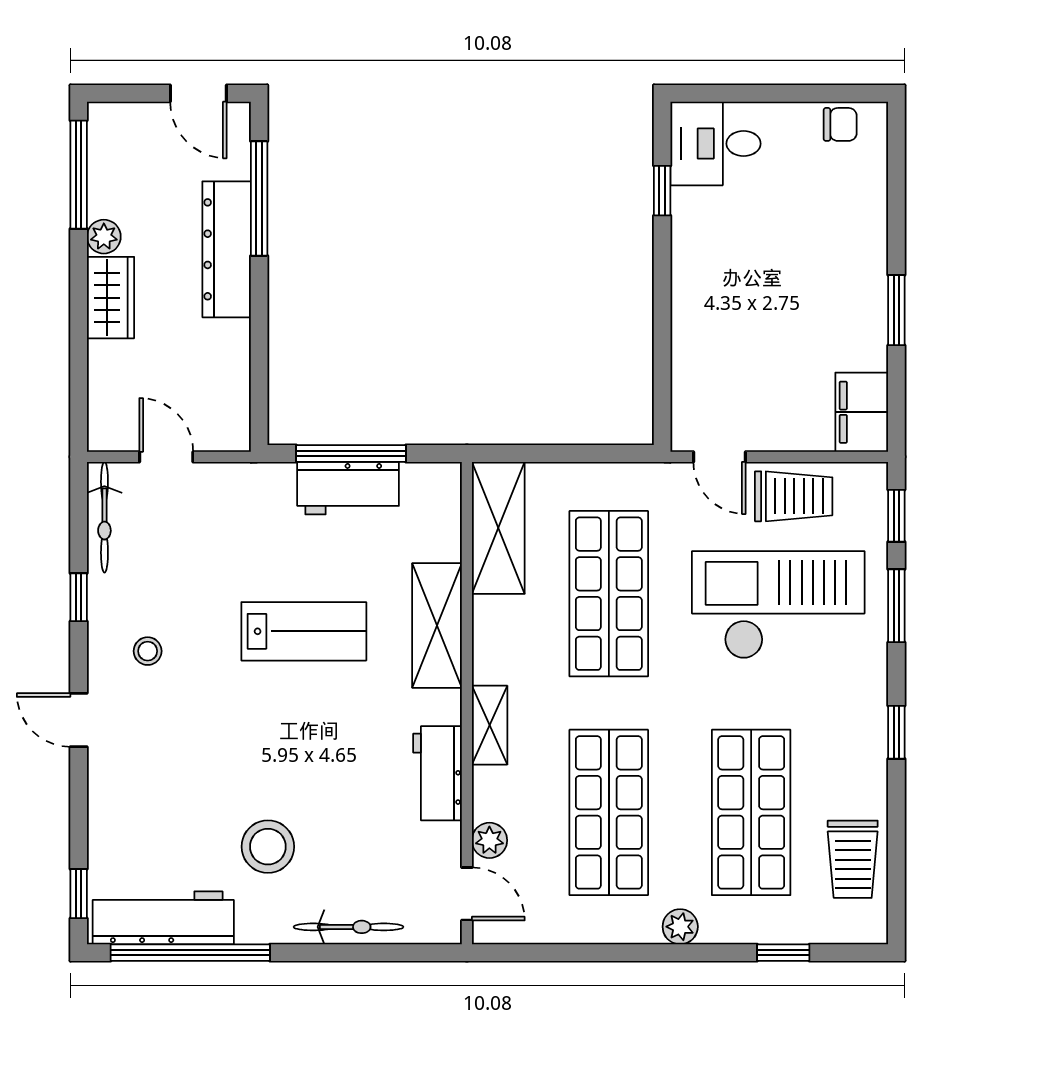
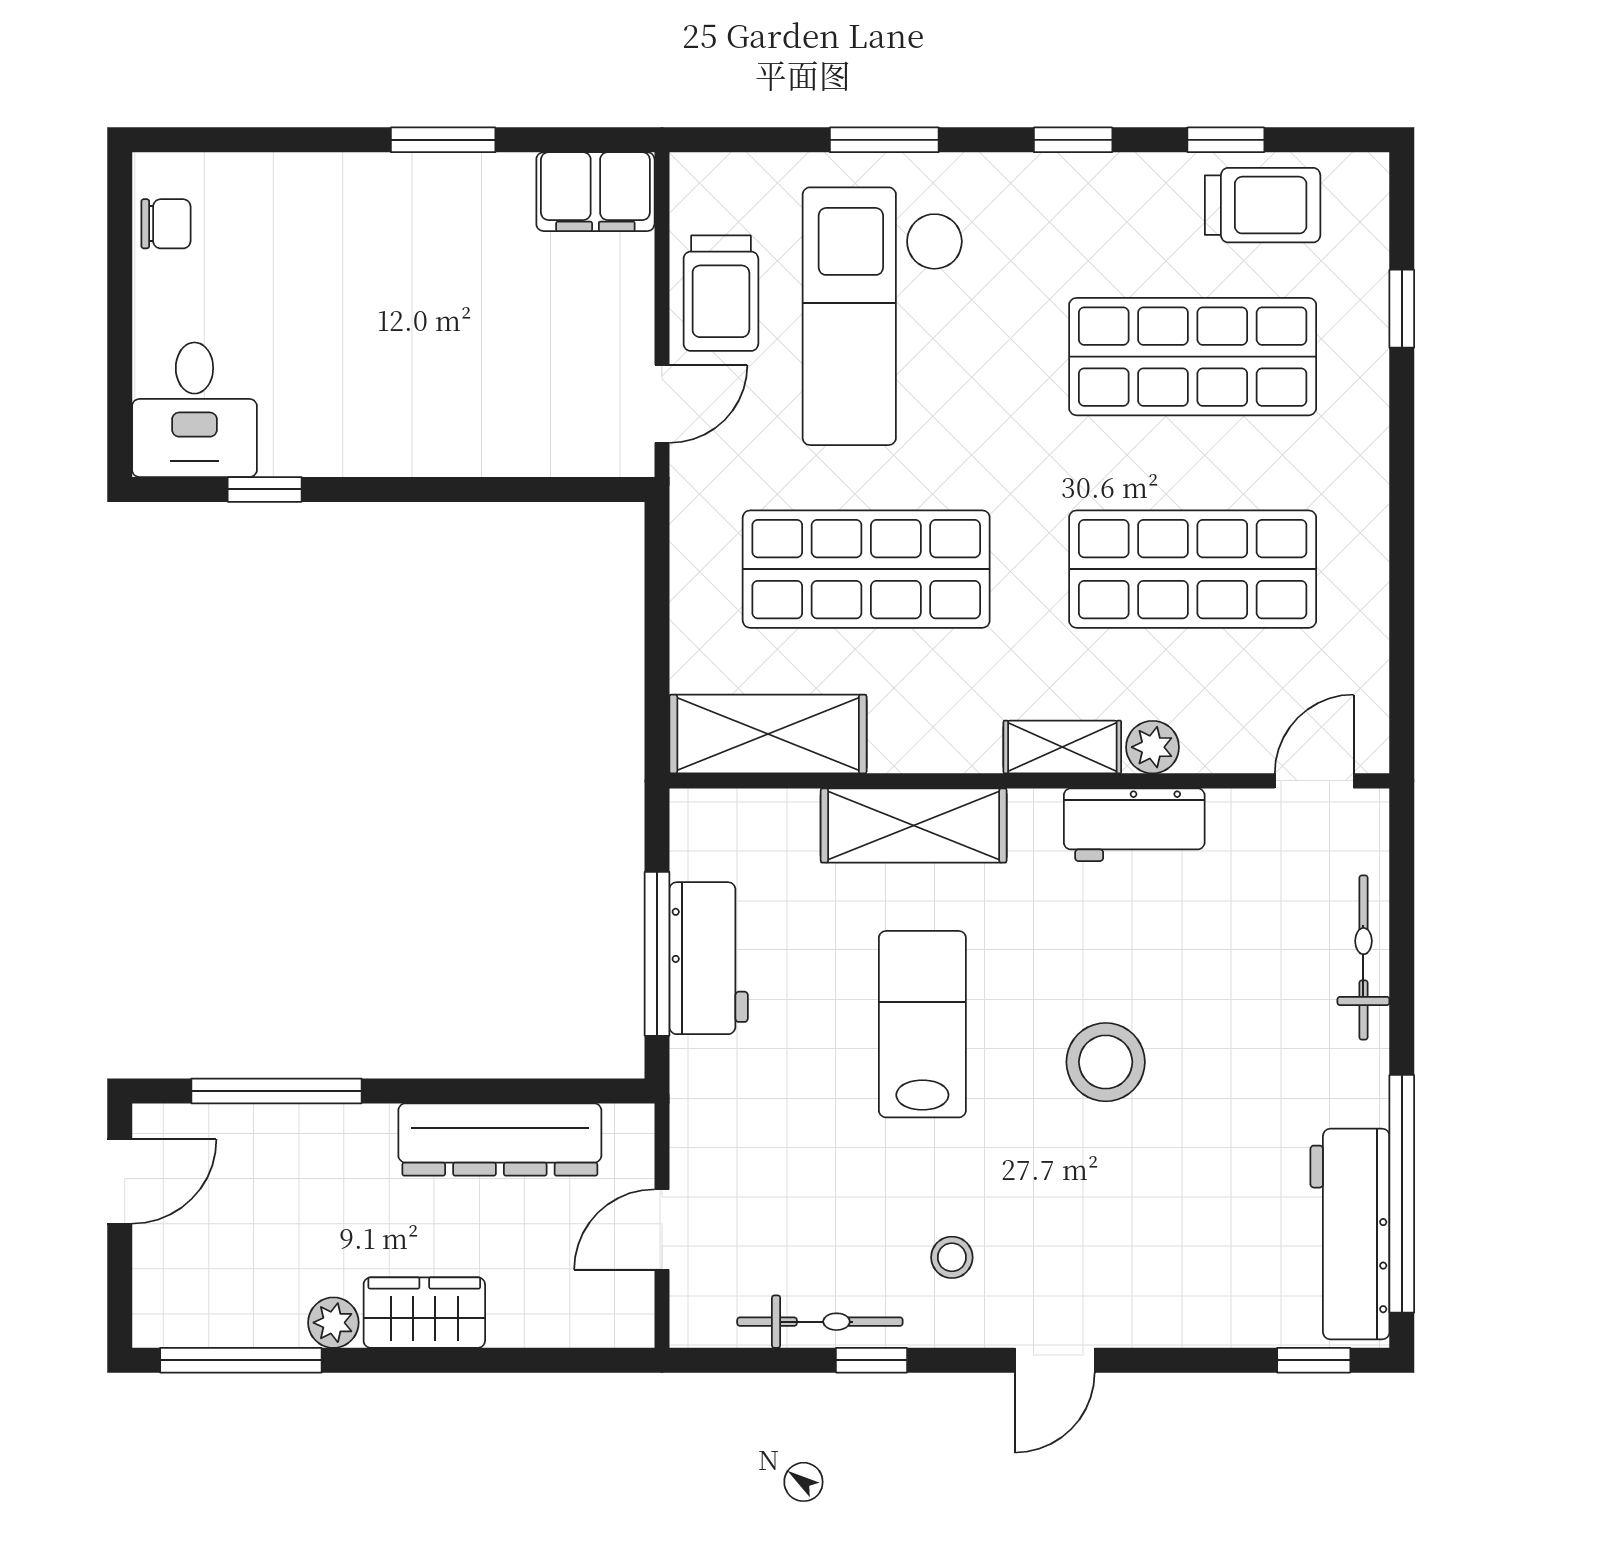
chair: (840, 124) -> (166, 224), turned 90
dresser: (227, 249) -> (500, 1139), moved
trolley: (794, 496) -> (721, 293), turned 180
window: (896, 516) -> (1226, 140), moved
bicycle: (104, 517) -> (820, 1322), moved
plant: (489, 840) -> (1153, 747), moved
stool: (268, 847) -> (1106, 1062), moved
plant: (680, 927) -> (1363, 463), removed

